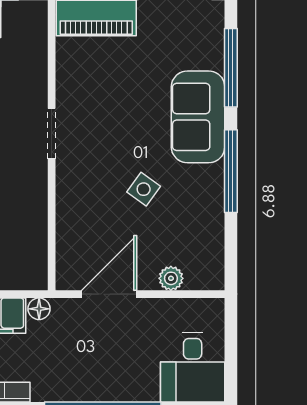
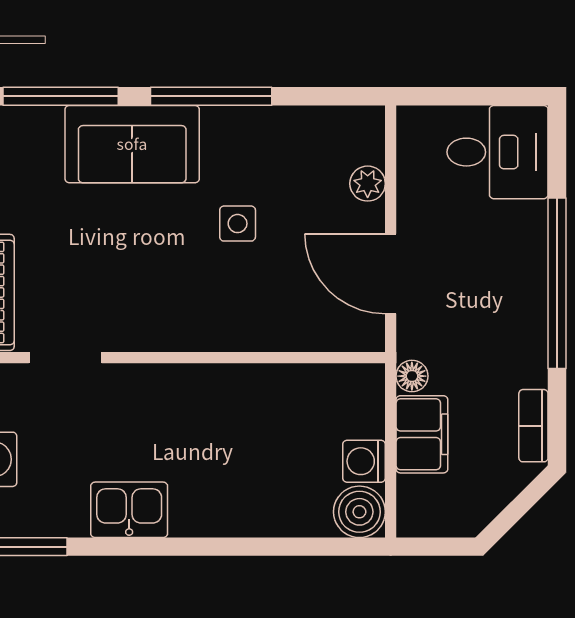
doorway: (52, 134) -> (65, 358), moved
side table: (144, 189) -> (238, 224), turned -36

